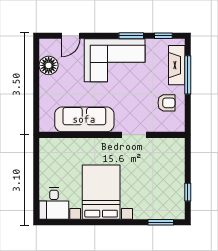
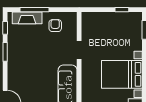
corner sofa: (115, 60) -> (23, 64), removed

